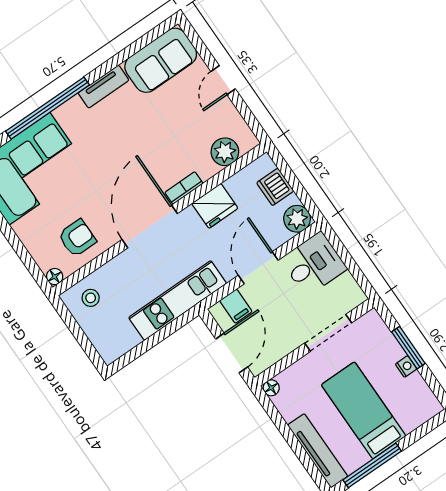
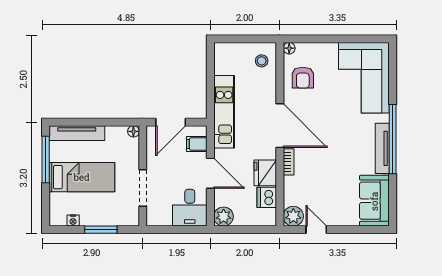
door: (223, 80) -> (316, 230), moved
tv unit: (103, 87) -> (382, 148), width x1.41
window: (47, 108) -> (393, 139), moved
plant: (225, 152) -> (293, 216), moved
dishwasher: (275, 187) -> (267, 197), moved, turned -90
door: (232, 353) -> (171, 122), hinge flipped
nightstand: (406, 367) -> (73, 221), moved

